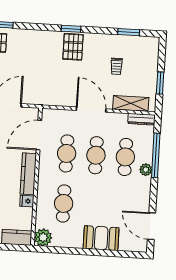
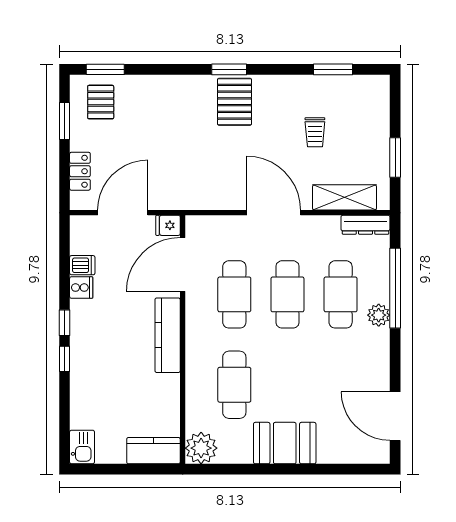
fridge: (27, 201) -> (168, 225), moved
booth: (101, 238) -> (285, 443), moved

